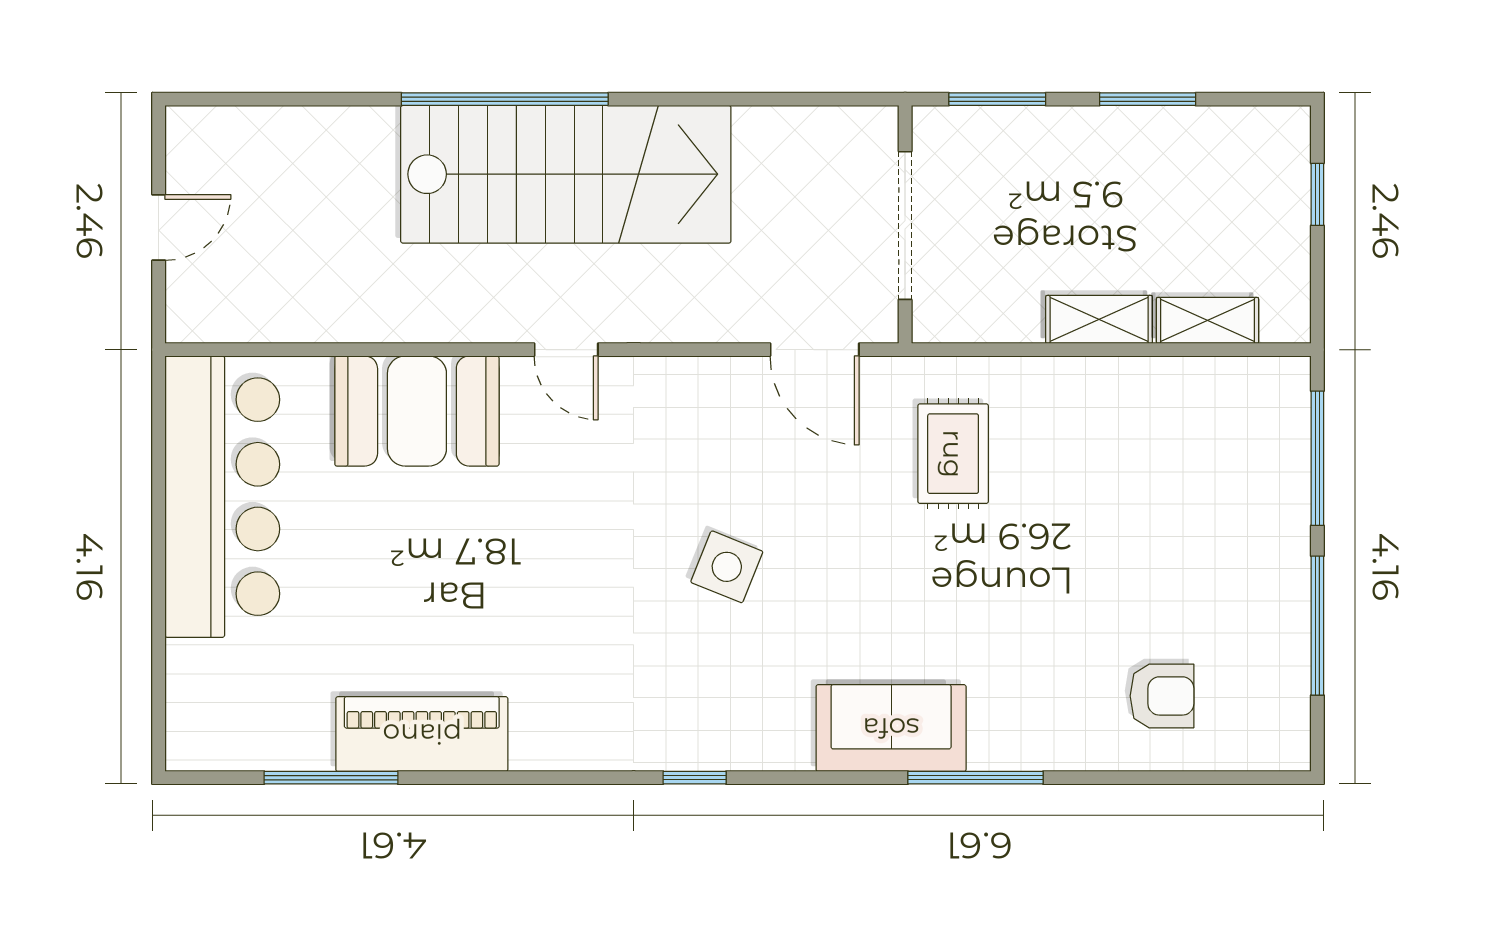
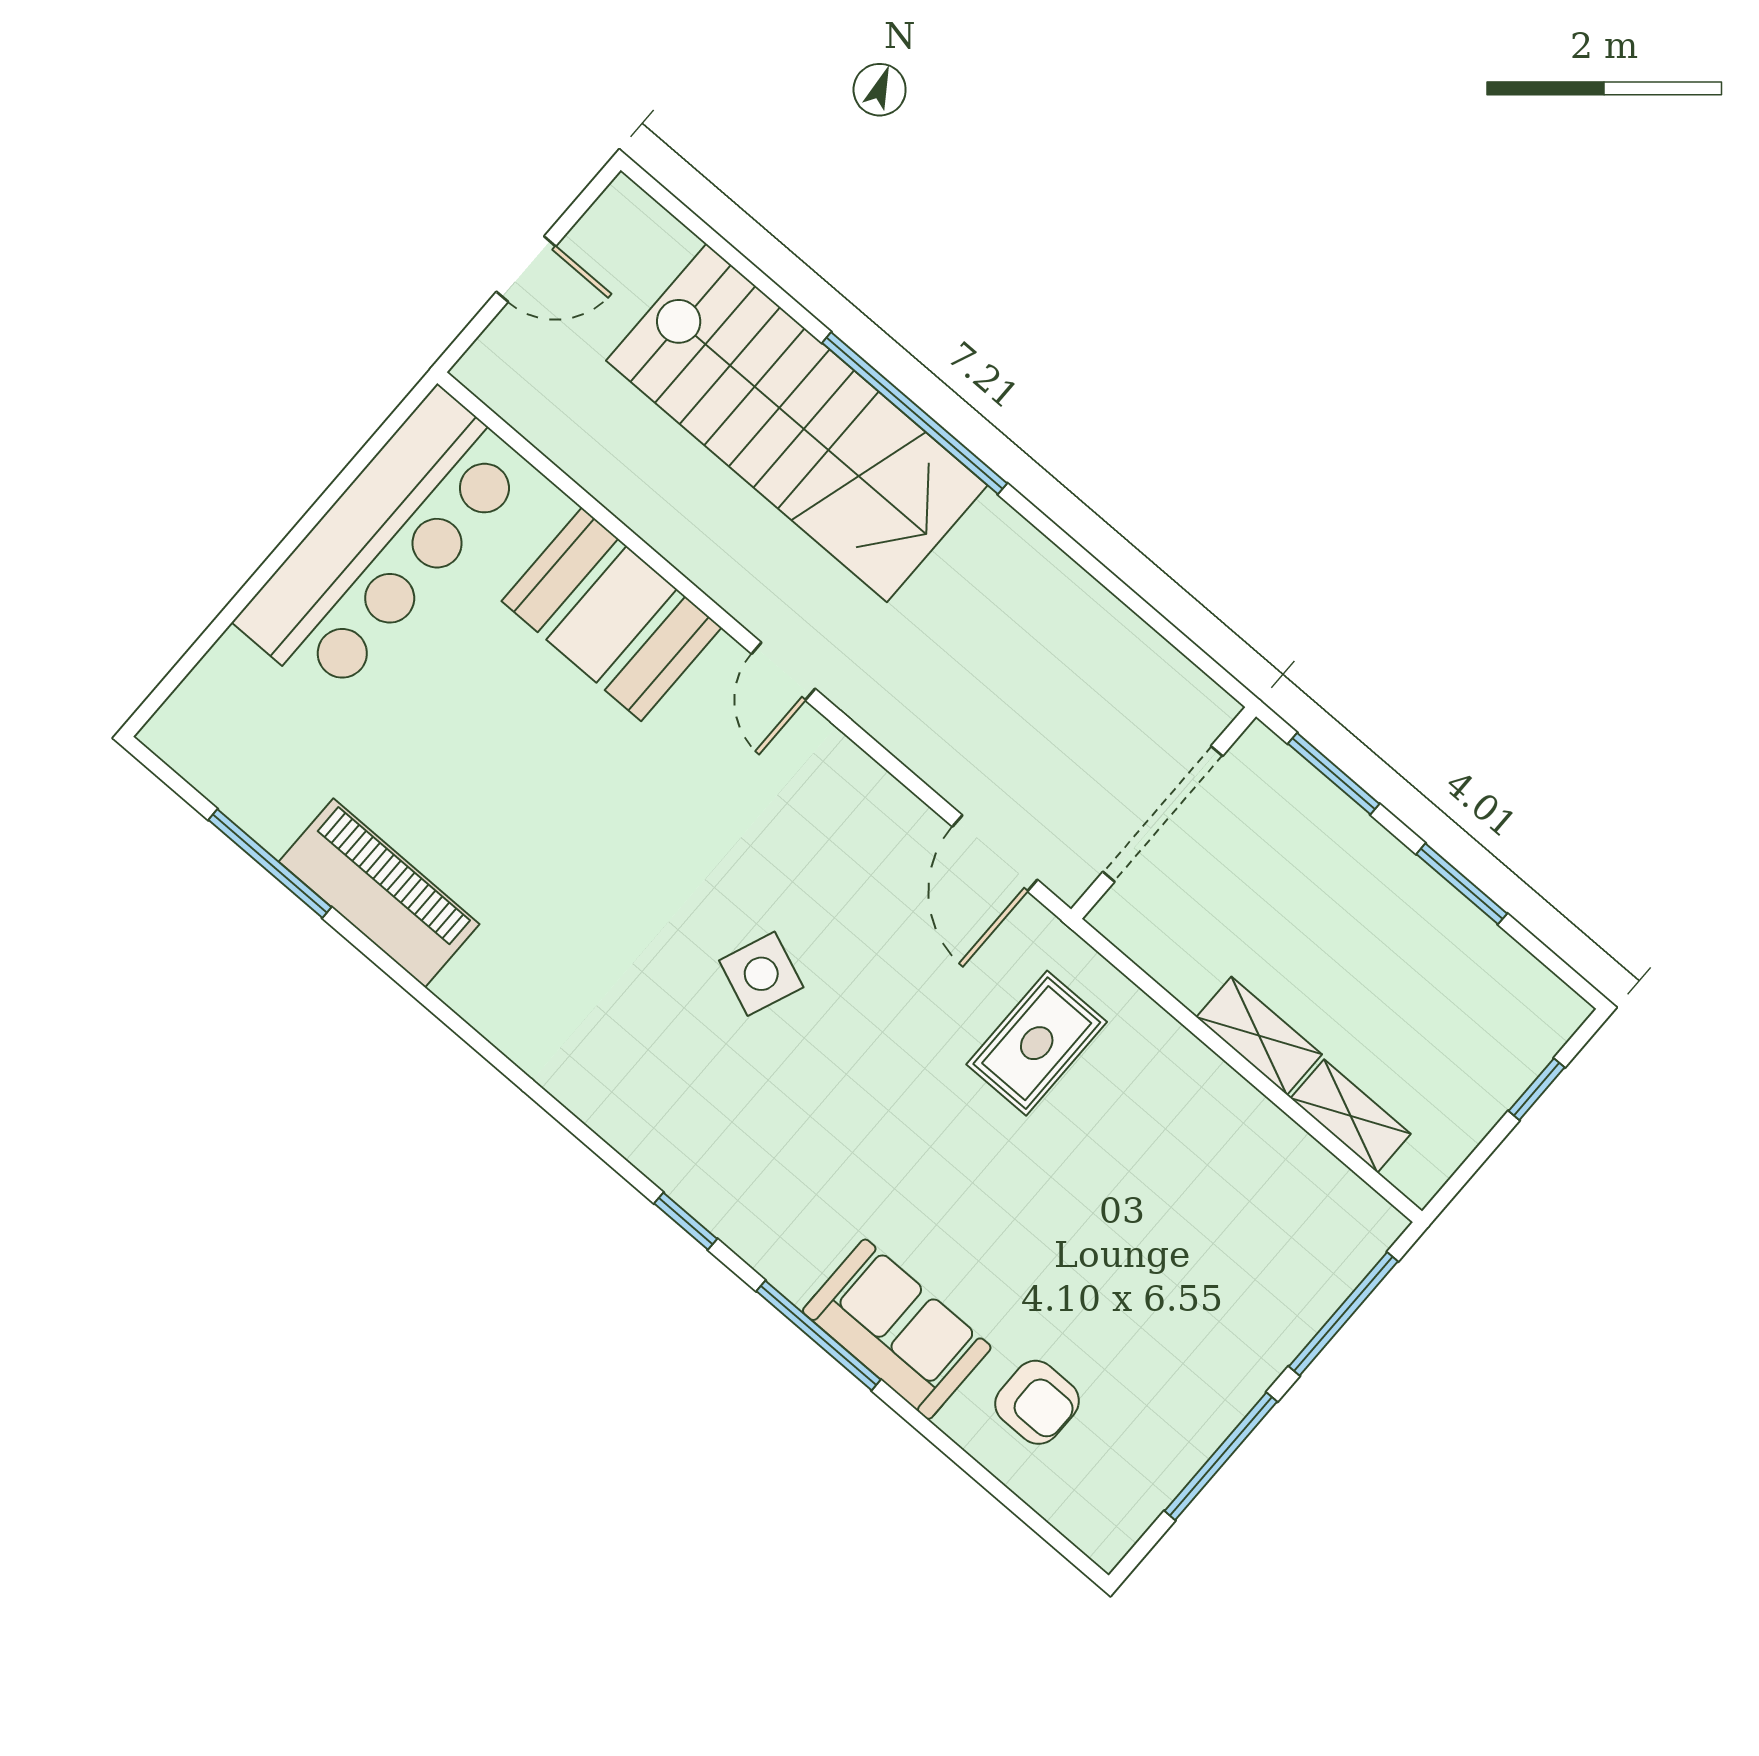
stairs: (566, 174) -> (797, 423), moved
sofa: (891, 728) -> (897, 1329), moved
window: (695, 778) -> (686, 1221), moved

